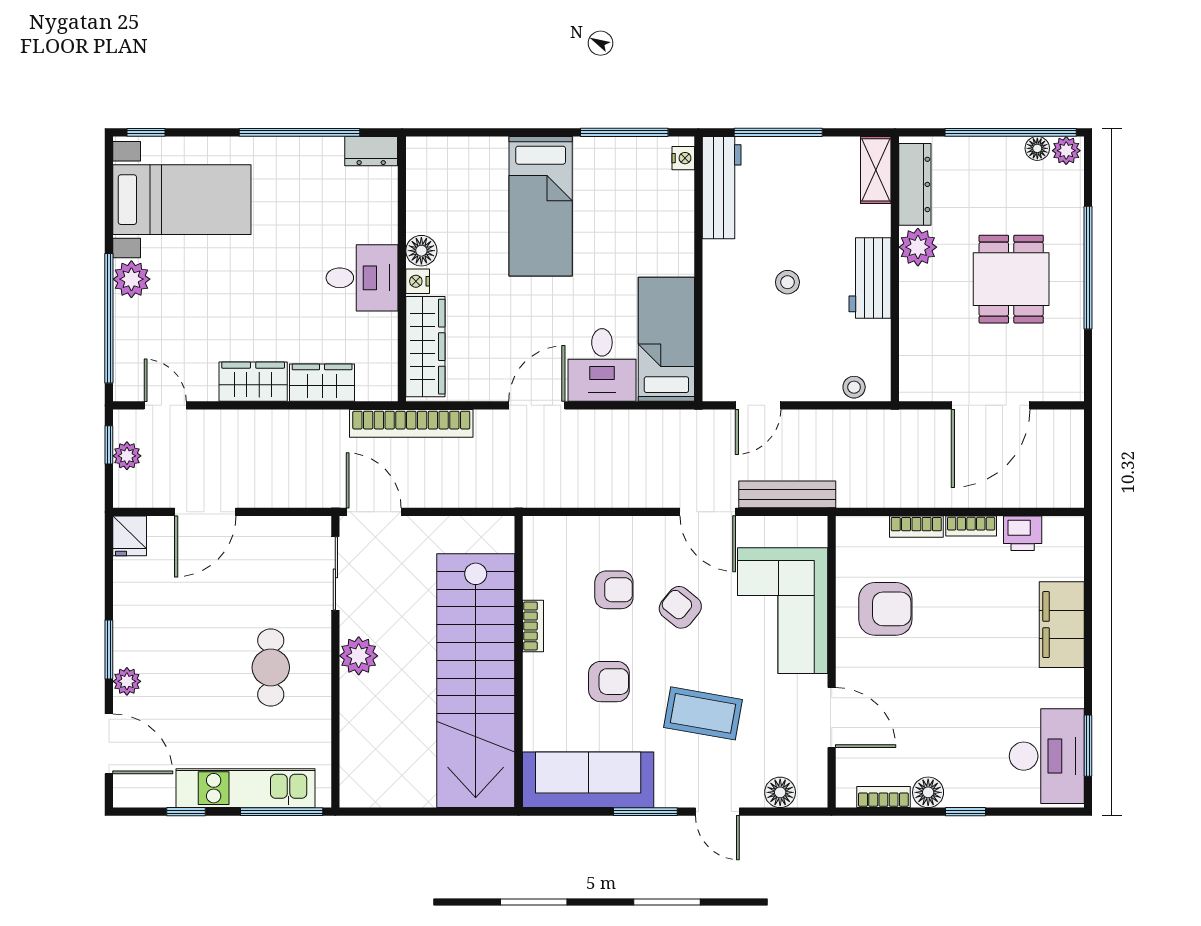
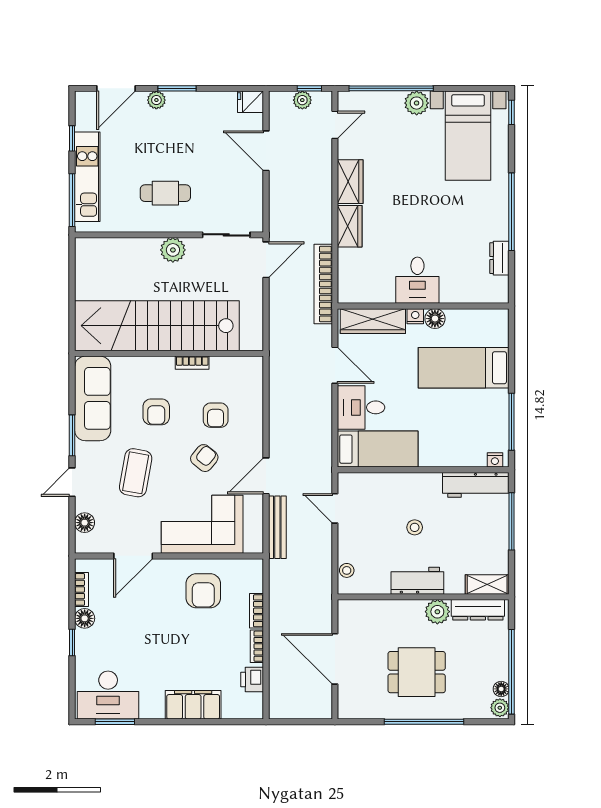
floor lamp: (421, 251) -> (435, 319), moved
wall: (402, 269) -> (423, 306), moved
desk: (362, 278) -> (417, 280), moved
nightstand: (418, 281) -> (415, 316), moved
wardrobe: (425, 347) -> (373, 321), moved

